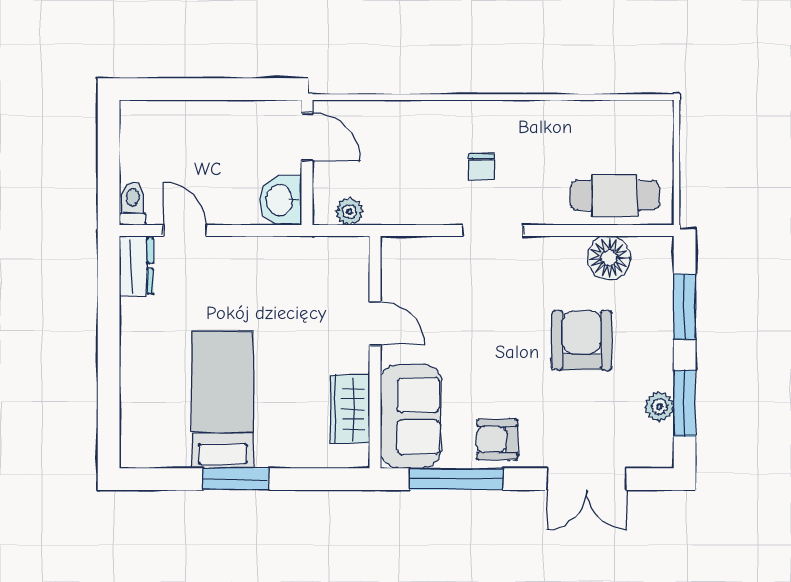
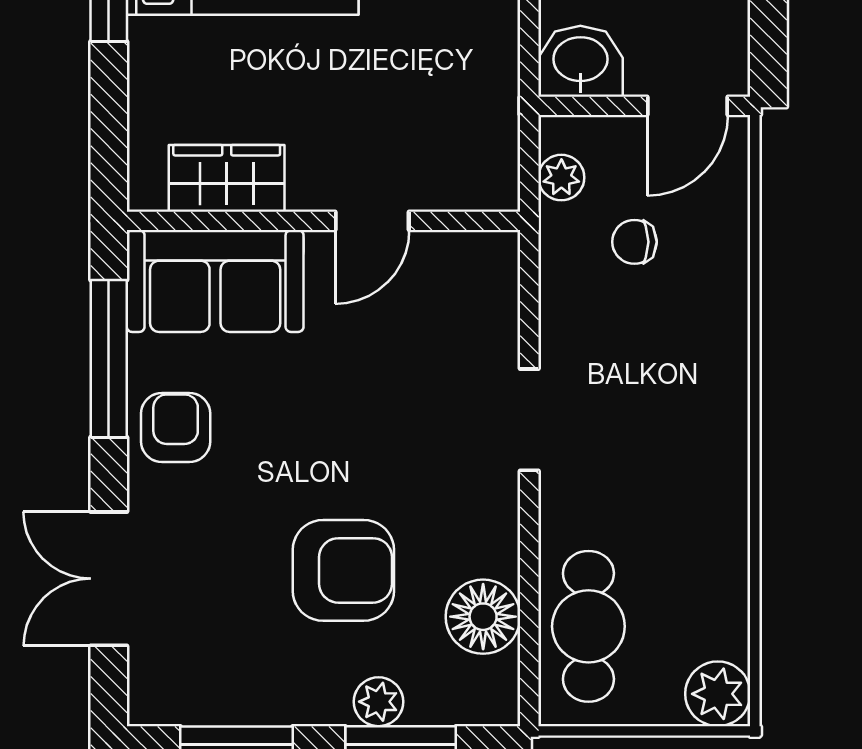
plant: (655, 119) -> (718, 694), added
chair: (482, 167) -> (634, 242), moved
plant: (659, 406) -> (379, 702), moved

